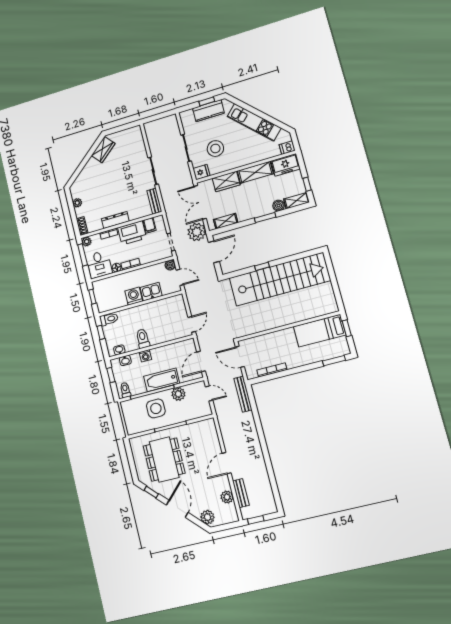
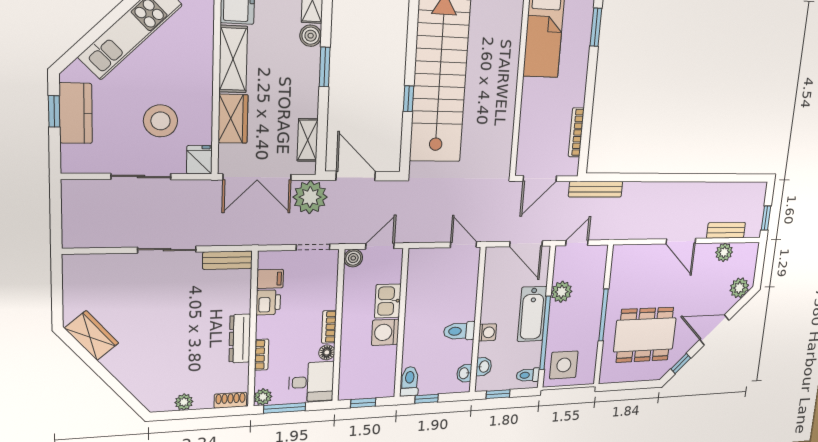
printer: (132, 233) -> (268, 302), width x0.53, depth x0.68
side table: (156, 408) -> (564, 365), moved

